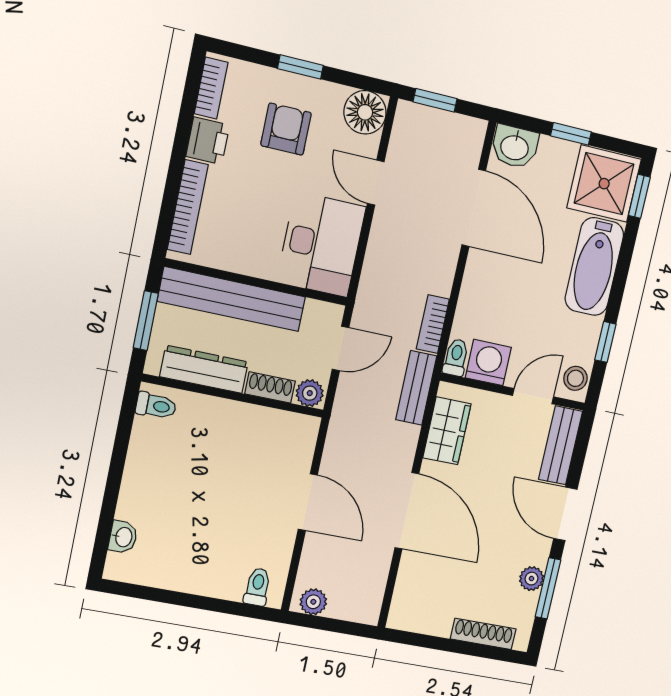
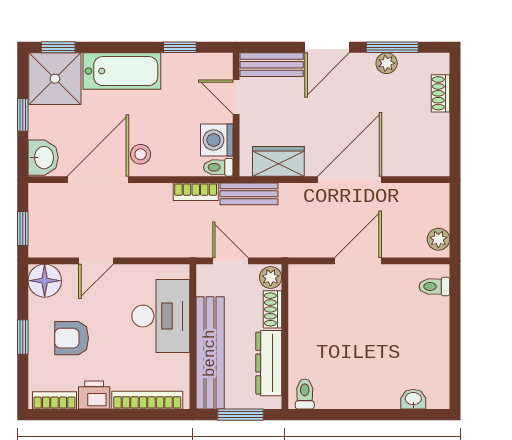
desk: (321, 244) -> (161, 316), moved, turned 90
stool: (575, 378) -> (141, 154), moved
shoe rack: (483, 634) -> (440, 93), width x0.70

